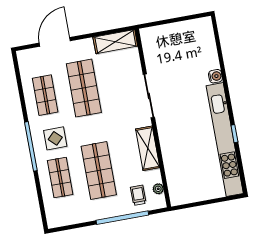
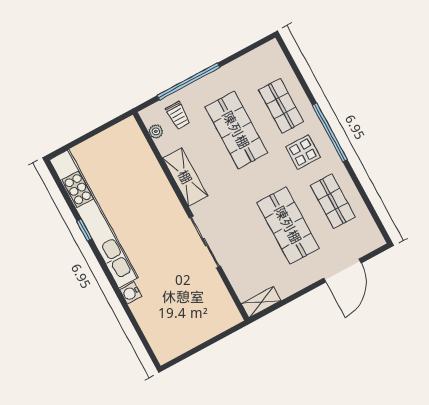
shelving: (115, 42) -> (261, 302), width x0.67, depth x0.75

